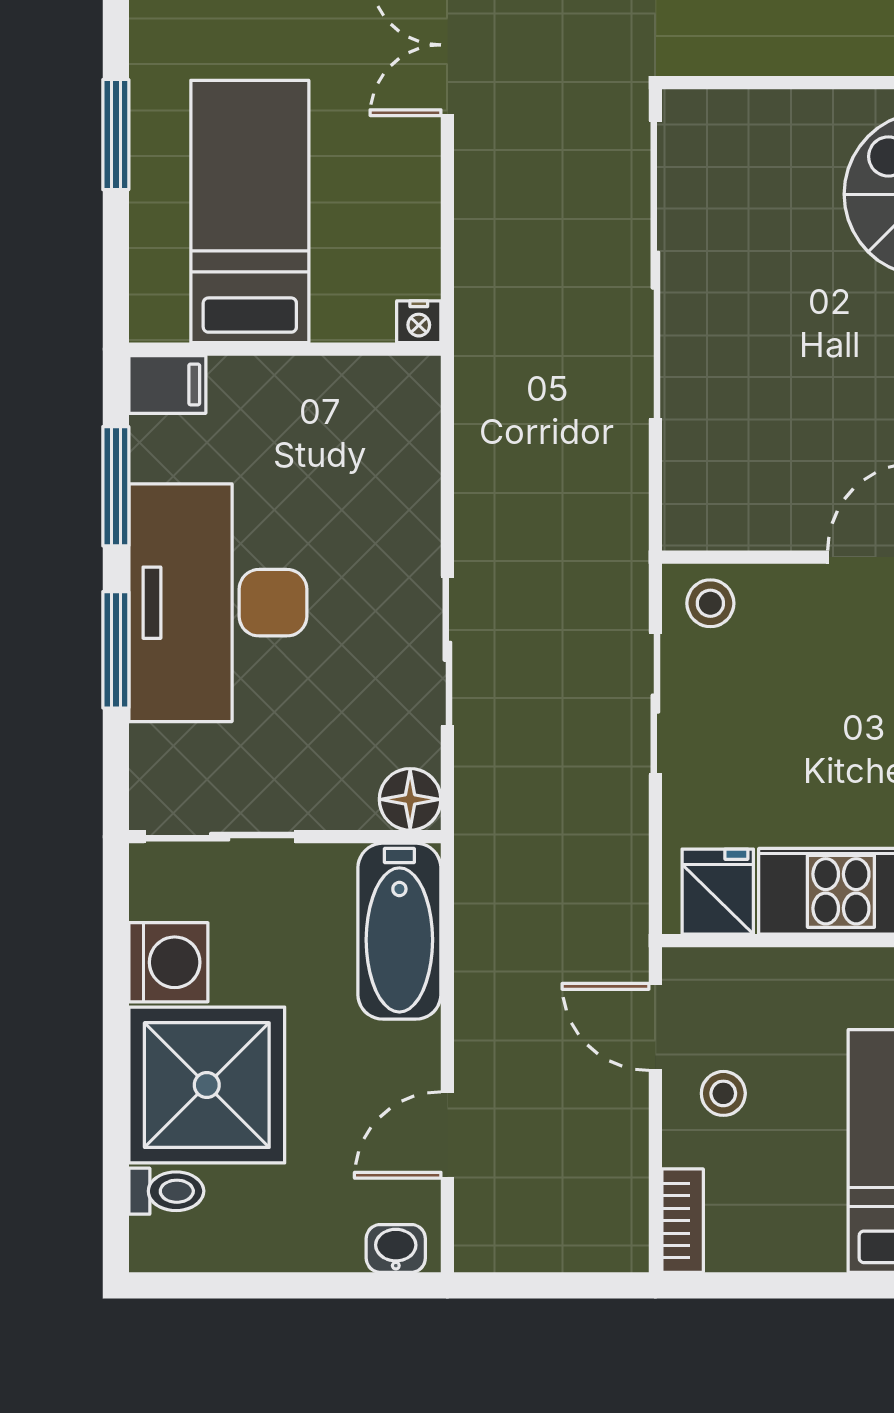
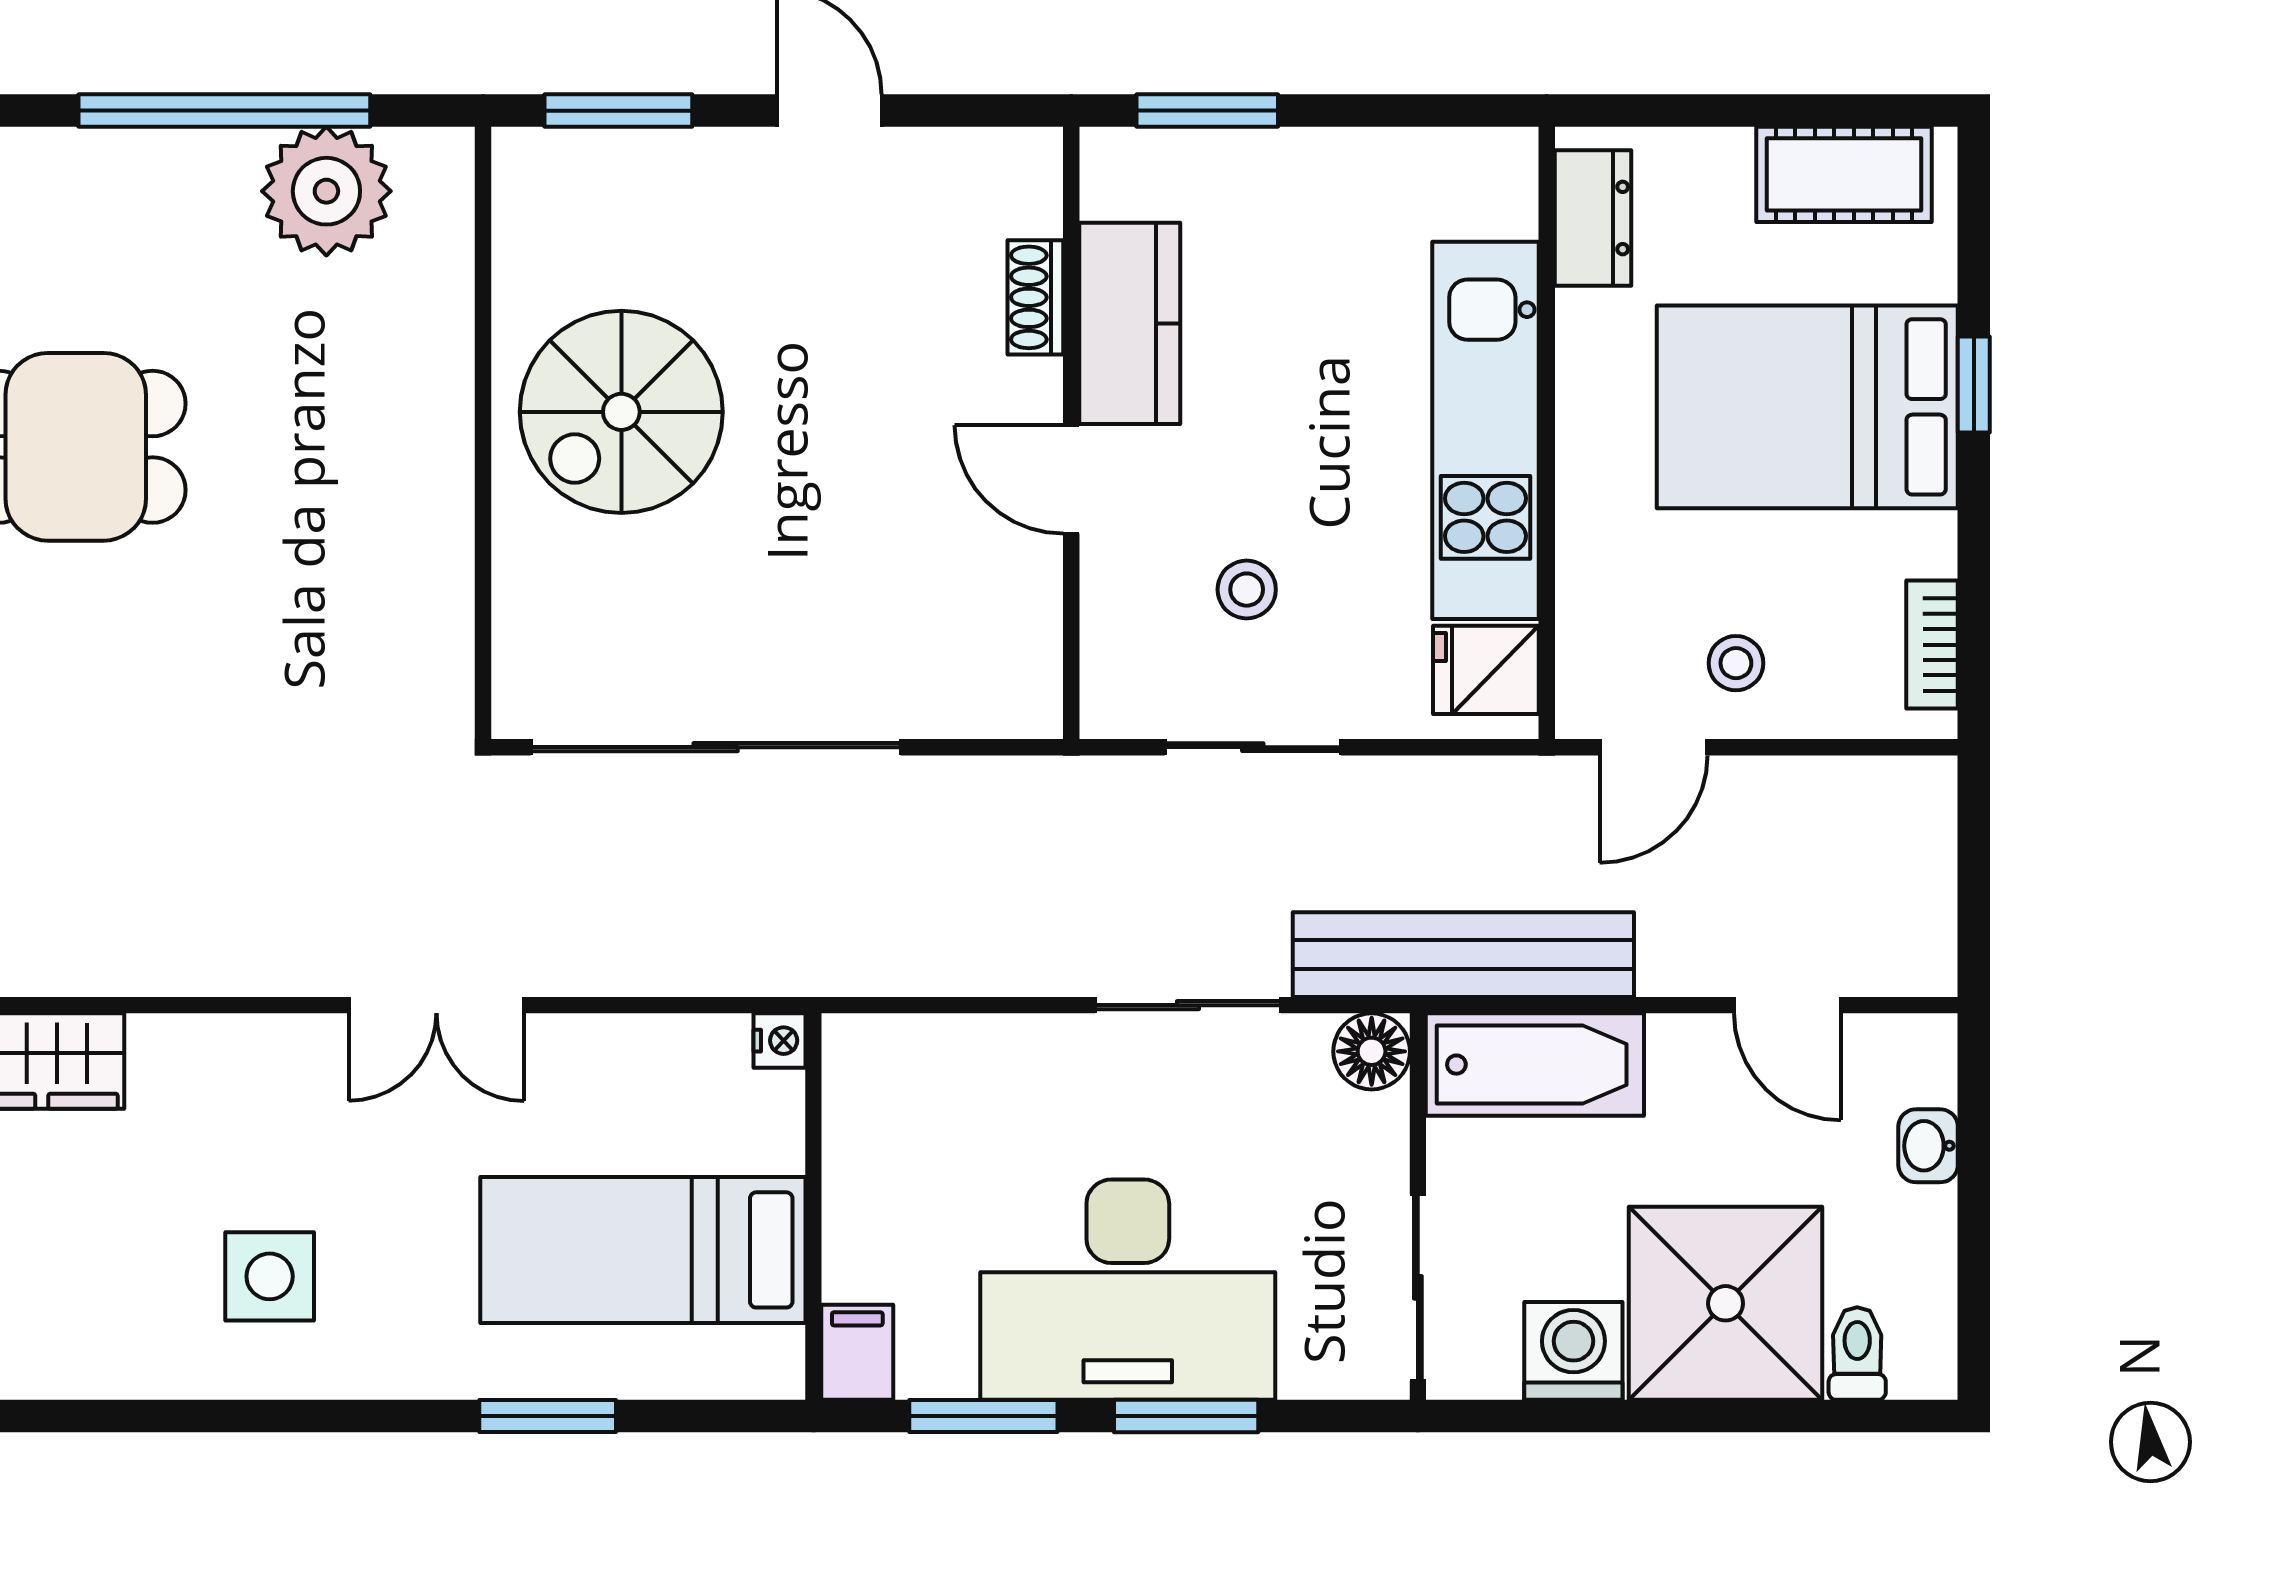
stool: (710, 603) -> (1247, 590), moved
bench: (488, 873) -> (1463, 955), added
bookcase: (683, 1221) -> (1932, 645), moved, turned -90
washbasin: (396, 1248) -> (1928, 1146), moved

